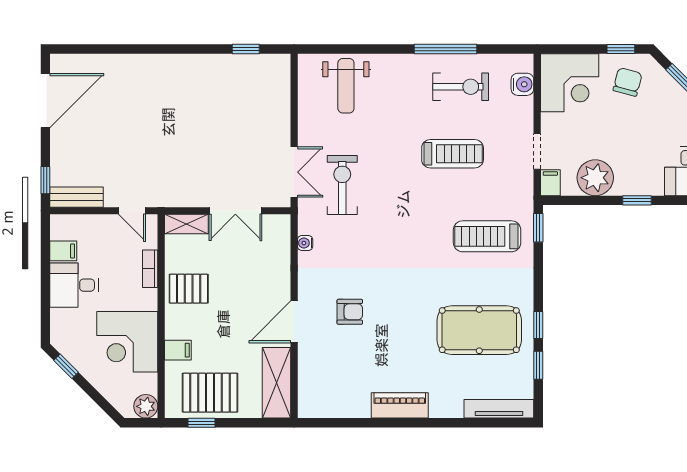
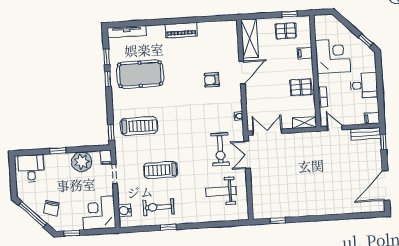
window: (445, 49) -> (168, 227), width x0.46
chair: (628, 82) -> (51, 208), moved
weight bench: (346, 86) -> (221, 191), moved, turned -90
double door: (235, 211) -> (267, 132), moved
filing cabinet: (63, 251) -> (372, 118), moved
pallet: (210, 393) -> (286, 31), width x0.67, depth x0.71
plant: (146, 406) -> (321, 21), removed

